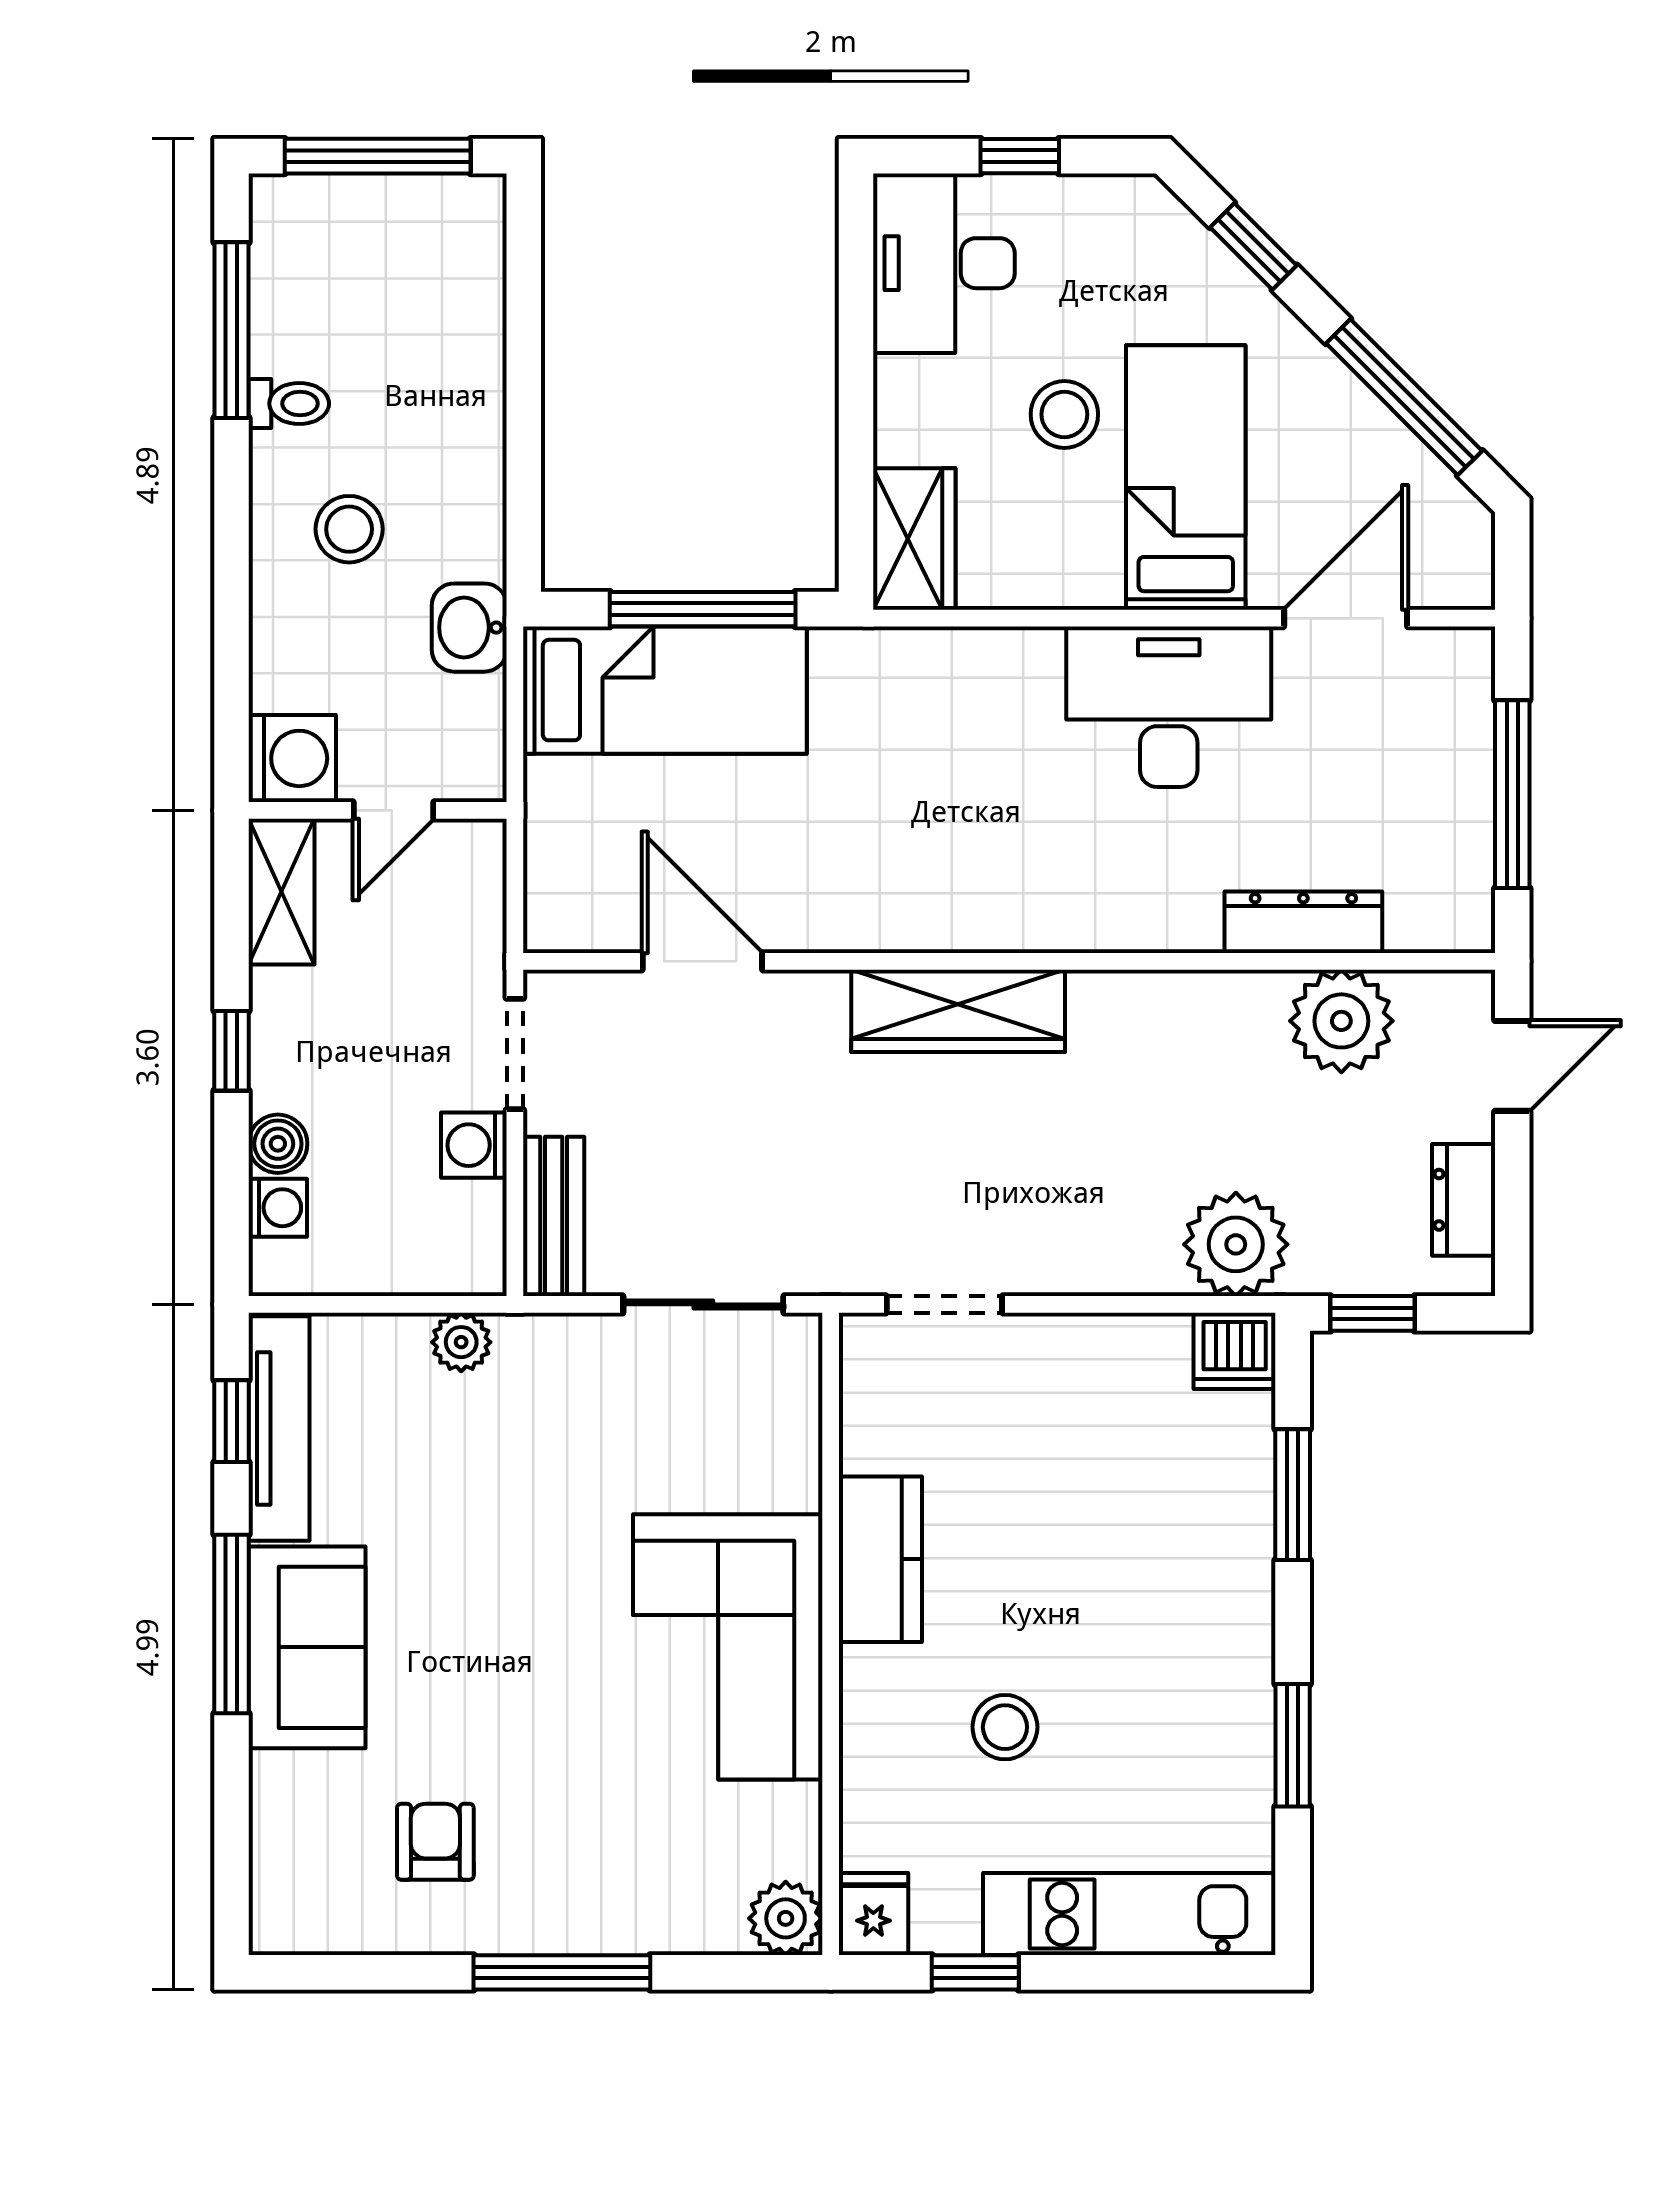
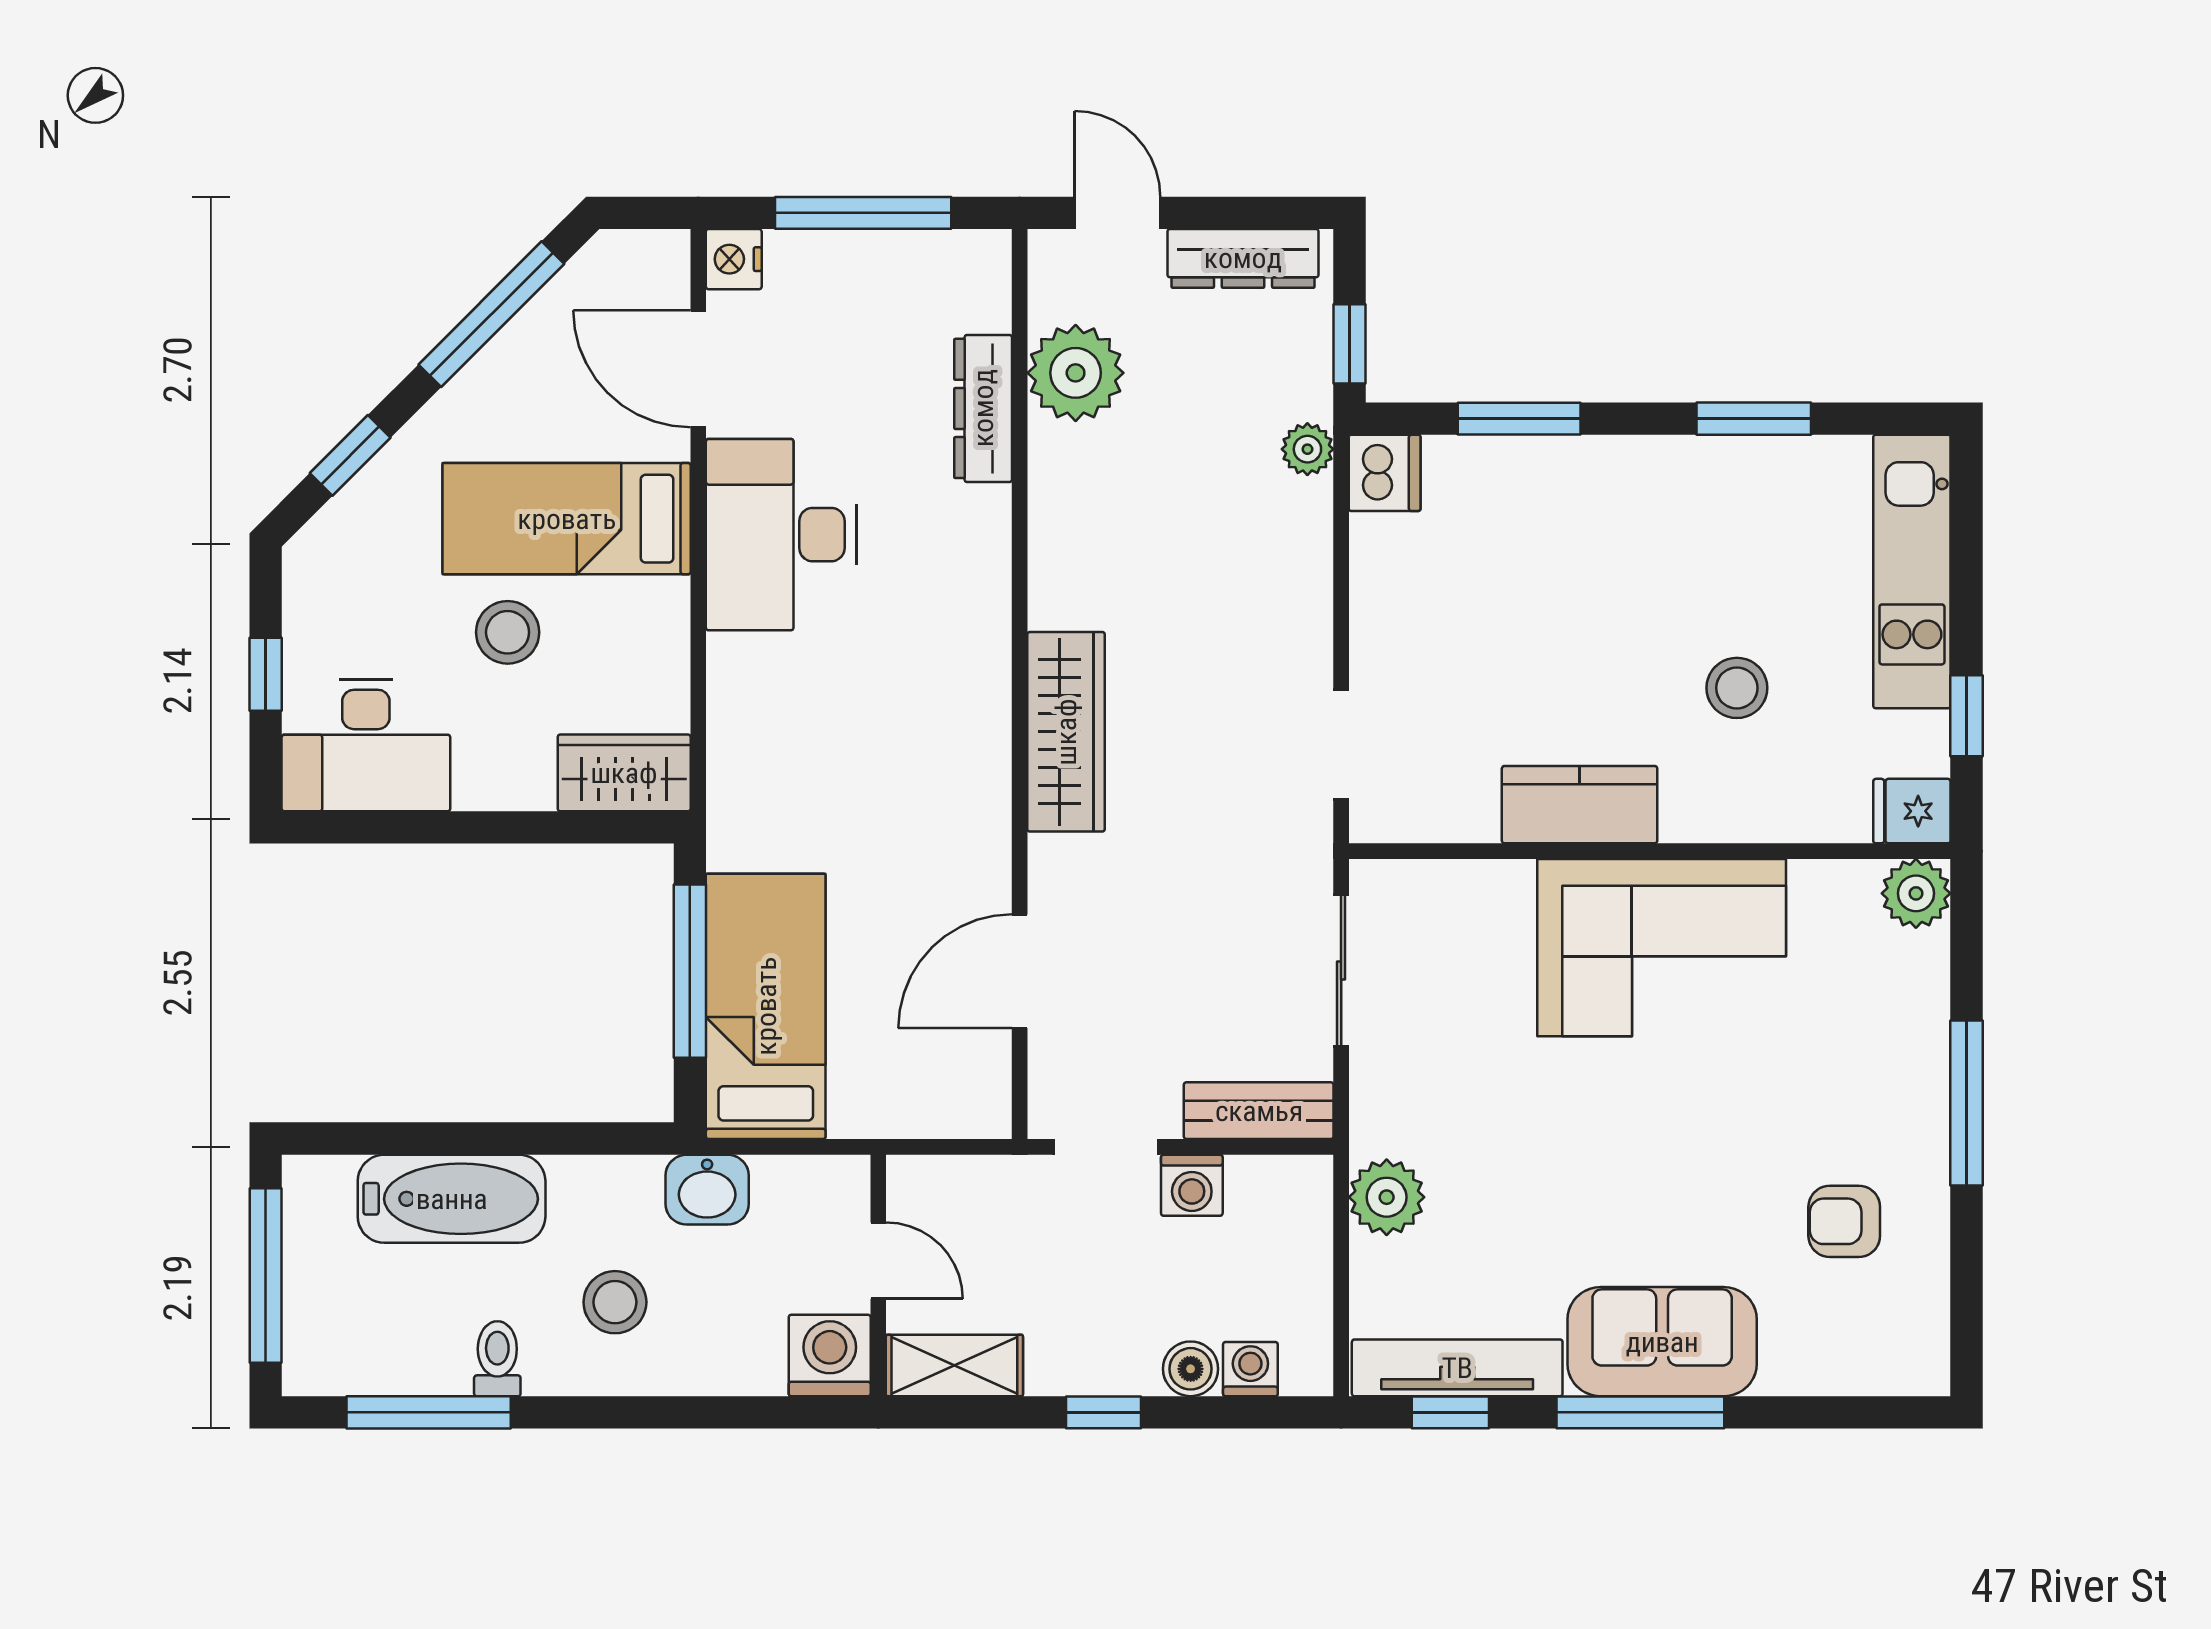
bathtub: (460, 355) -> (452, 1199), added
nightstand: (1463, 656) -> (734, 259), added
dresser: (1464, 1200) -> (1243, 258), width x1.44
plant: (1236, 1244) -> (1307, 449), width x0.53, depth x0.53
plant: (461, 1342) -> (1387, 1197), width x1.38, depth x1.38

